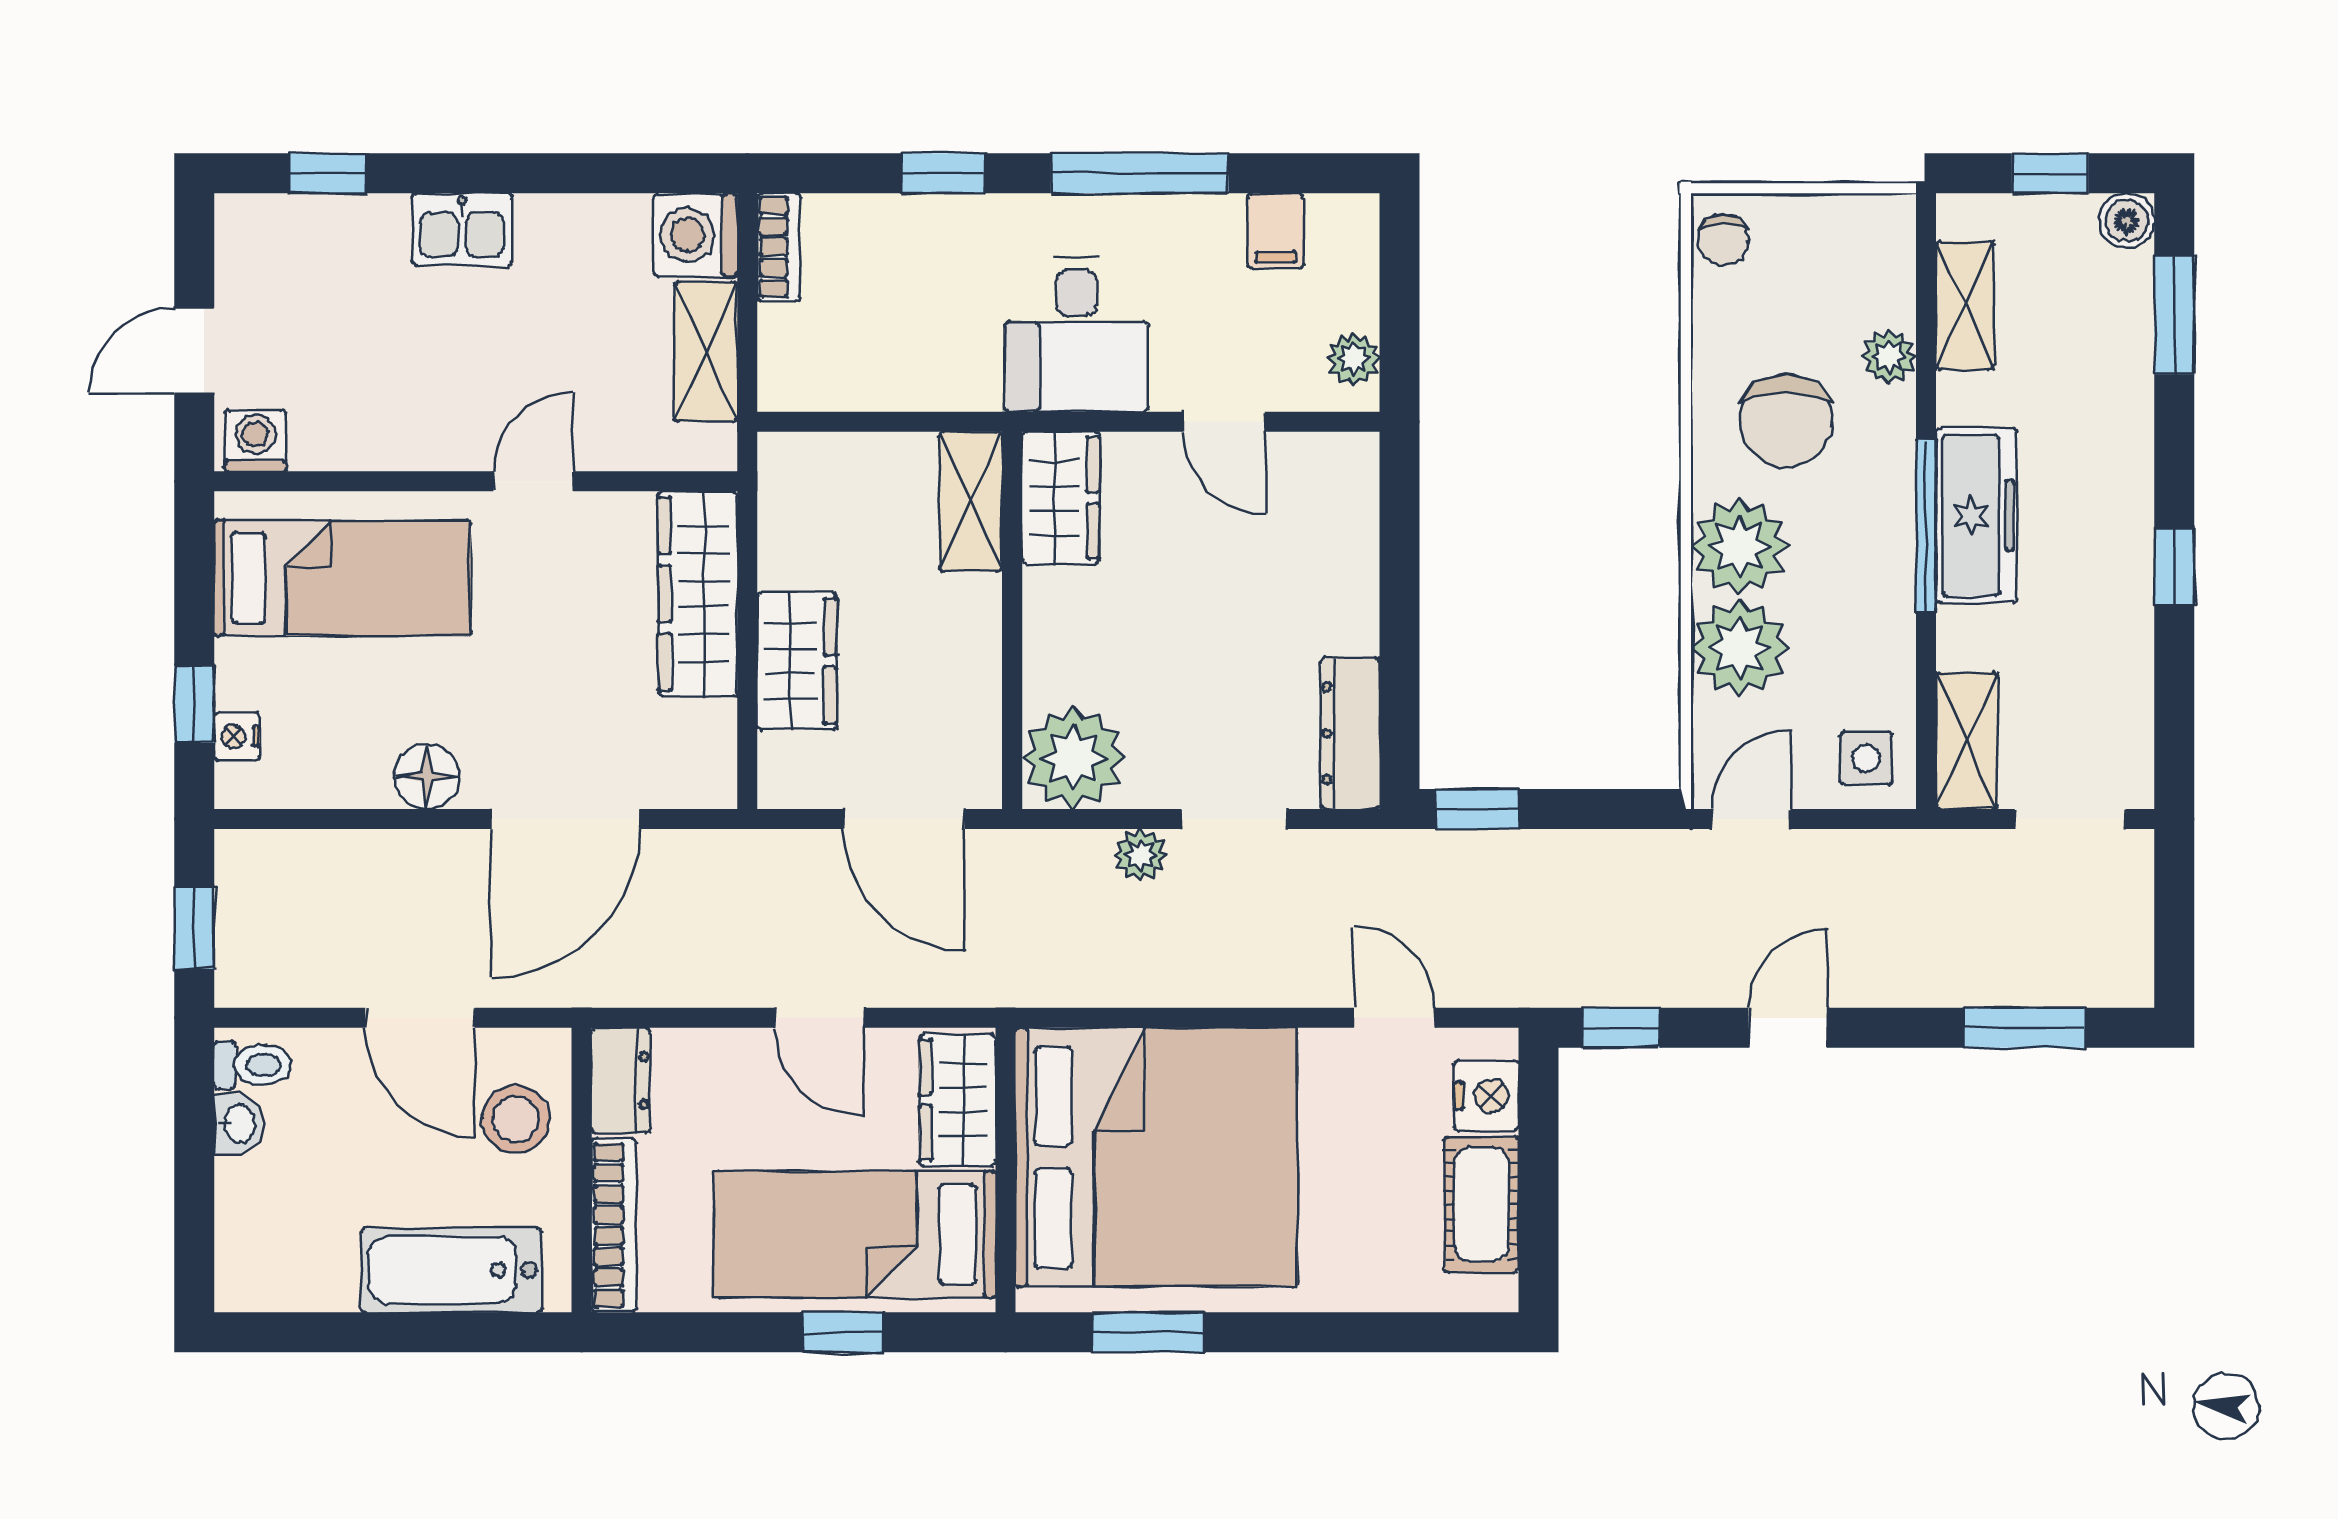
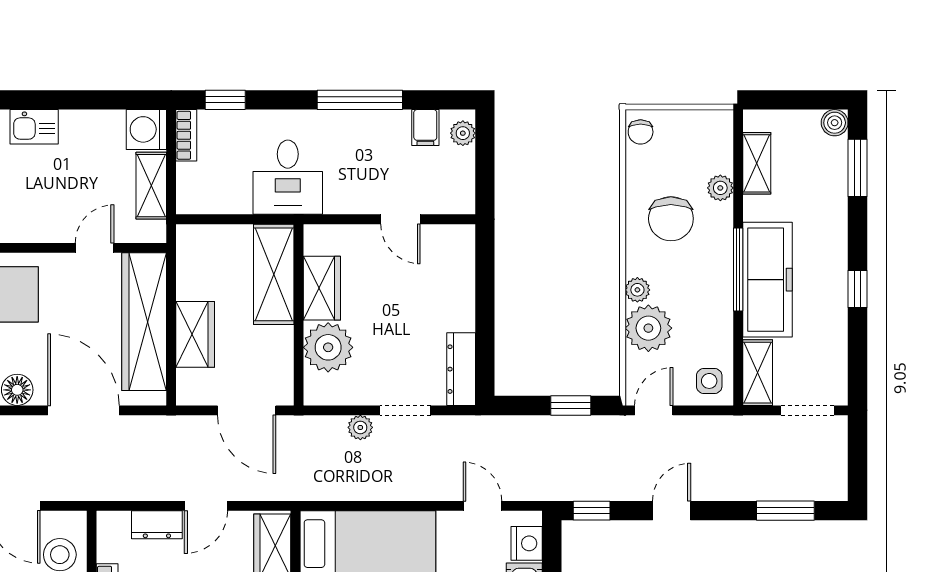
window: (943, 173) -> (225, 100), moved
window: (2050, 173) -> (798, 100), removed
desk: (1077, 334) -> (288, 177), moved
plant: (1354, 359) -> (463, 133), moved
door: (533, 481) -> (95, 248), moved
wardrobe: (1061, 498) -> (322, 288), moved
shelving: (971, 501) -> (274, 274), width x1.50, depth x1.33
freezer: (1977, 515) -> (768, 280), width x1.36, depth x1.26
plant: (1739, 546) -> (637, 290), width x0.53, depth x0.53
wardrobe: (698, 594) -> (144, 322), width x1.40, depth x1.17
plant: (1073, 758) -> (328, 347), moved
window: (1477, 809) -> (571, 406), moved
door: (565, 819) -> (84, 410), swing flipped
door: (819, 1018) -> (206, 506), hinge flipped
dresser: (621, 1080) -> (157, 525), moved, turned 90

